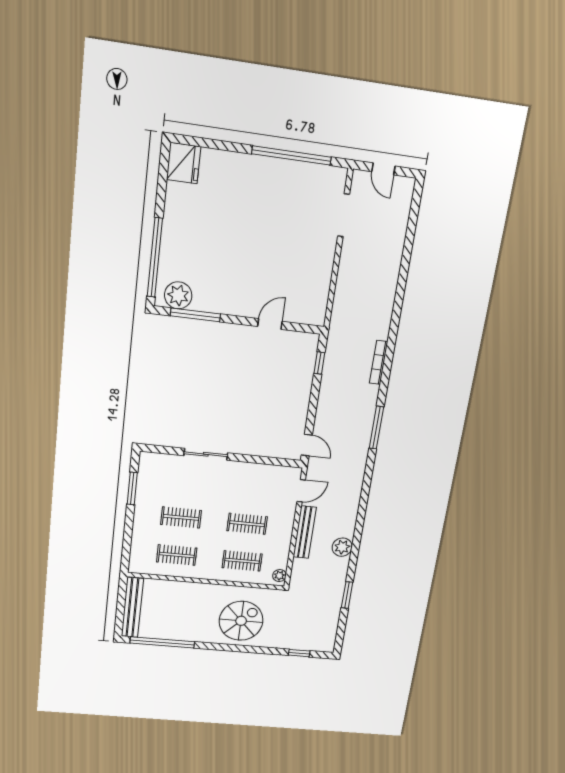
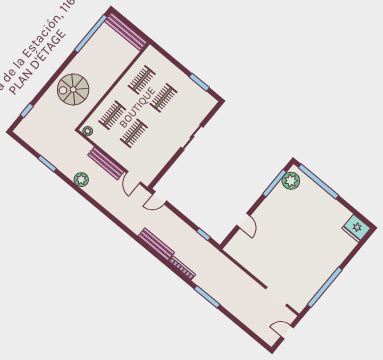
bench: (367, 413) -> (156, 244), added
window: (376, 428) -> (207, 297), moved
spiral stairs: (241, 621) -> (73, 89), turned 90

